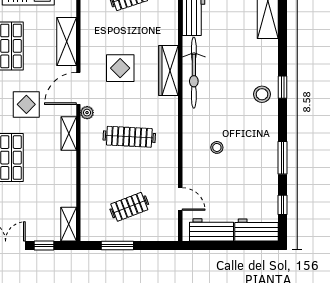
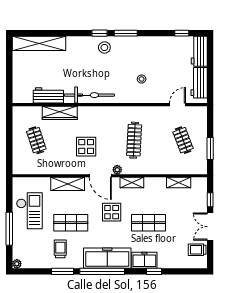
wardrobe: (168, 71) -> (60, 113), moved
window: (283, 158) -> (126, 33), moved
shelving: (69, 224) -> (179, 183), moved

